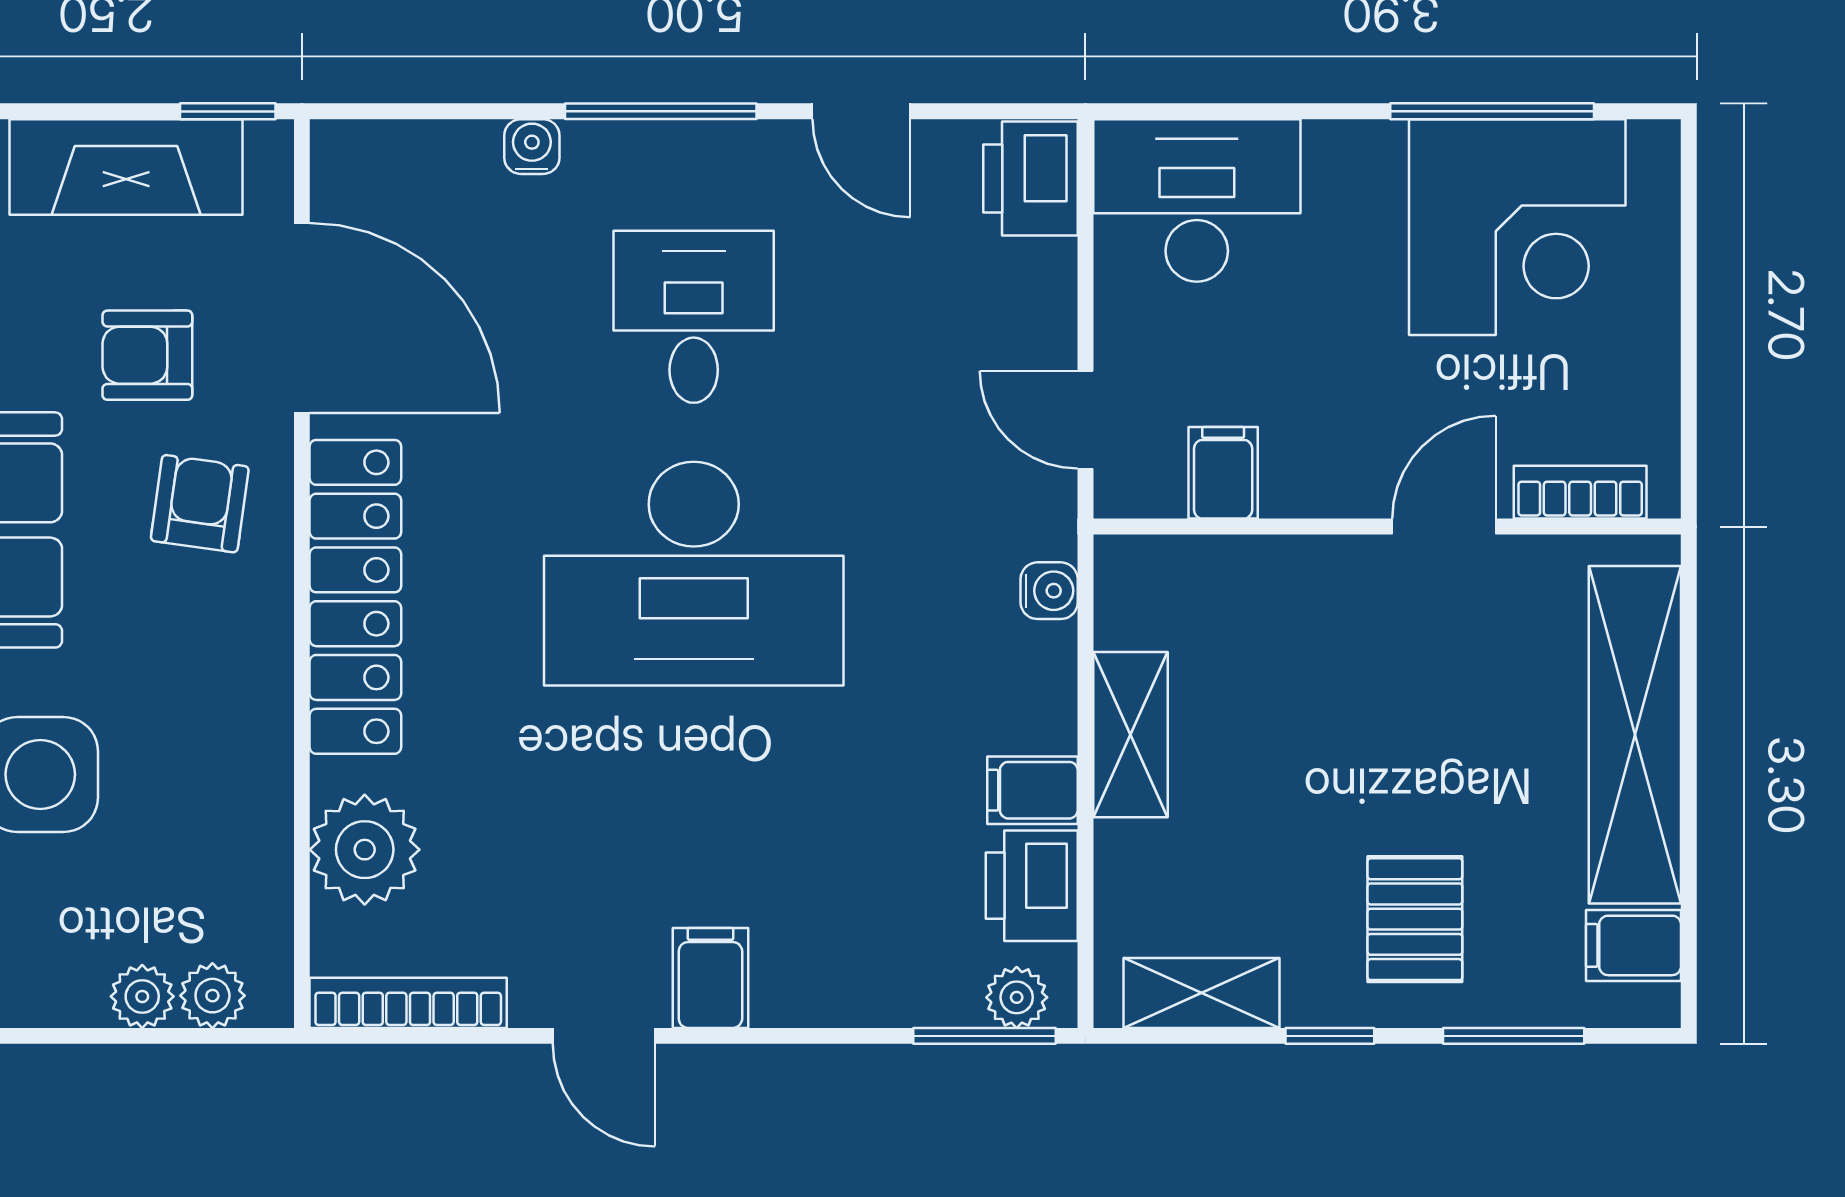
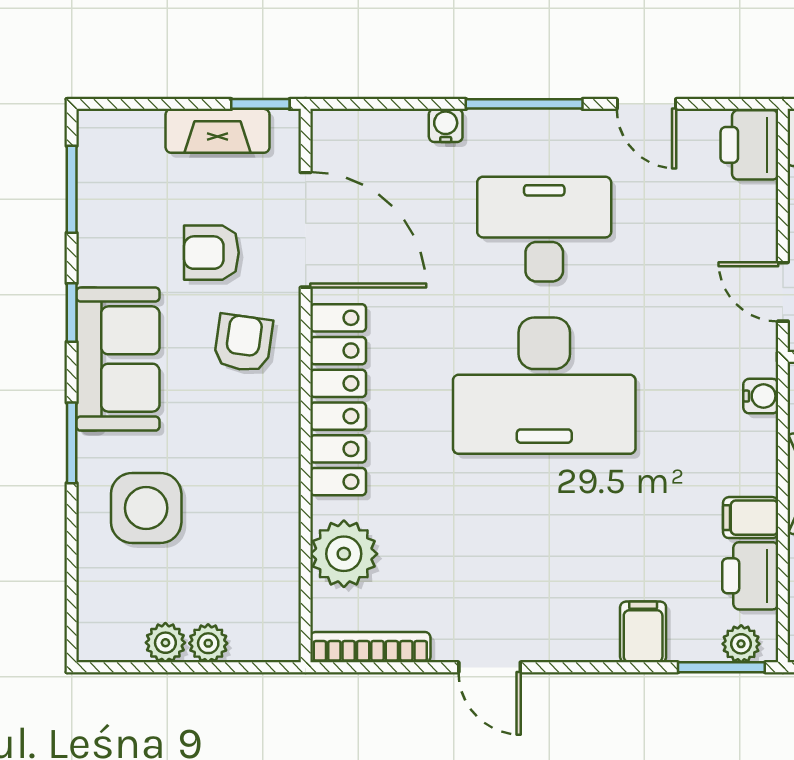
fireplace: (126, 167) -> (218, 131), width x0.73, depth x0.76
desk: (694, 317) -> (544, 229), width x1.37
filing cabinet: (710, 978) -> (643, 632), moved
plant: (212, 996) -> (165, 643), moved

